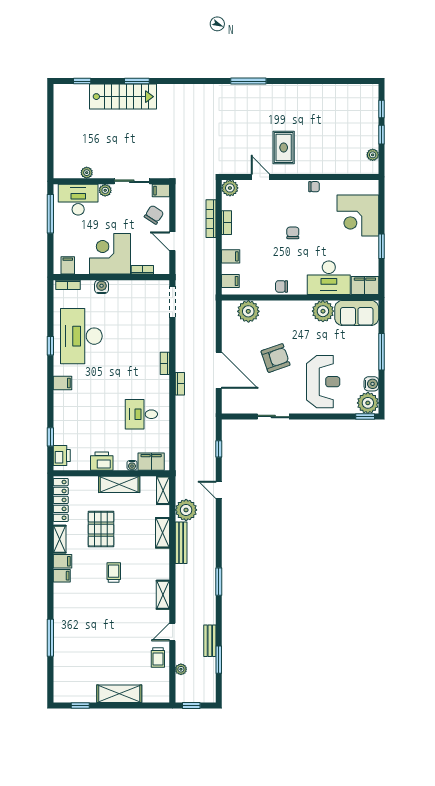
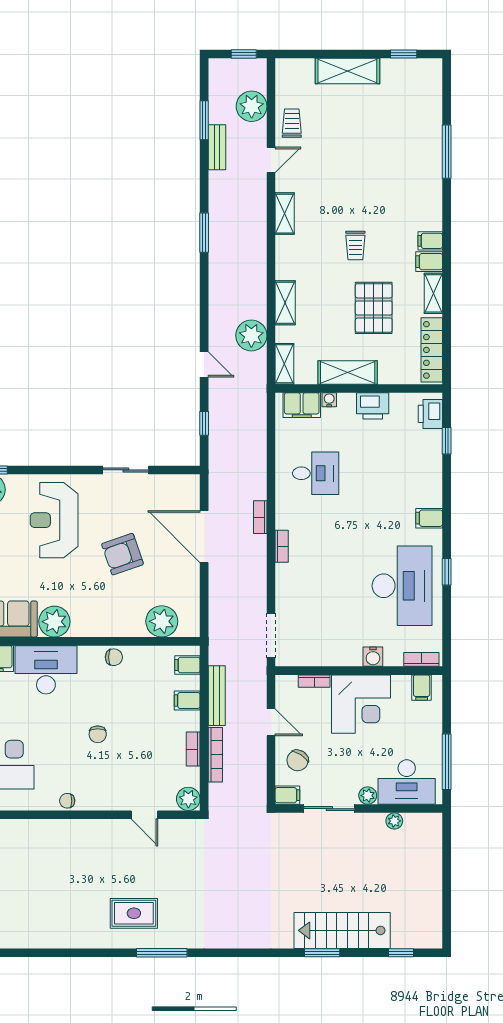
rug: (284, 148) -> (134, 913), moved, turned 90
bench: (181, 543) -> (217, 696), moved
plant: (181, 669) -> (252, 106), width x1.87, depth x1.87

